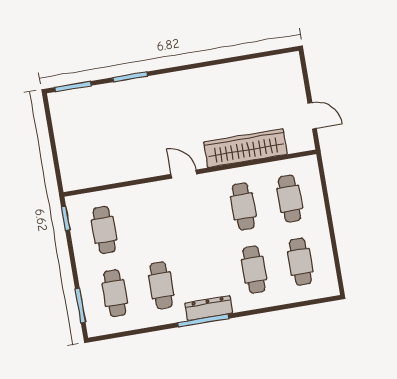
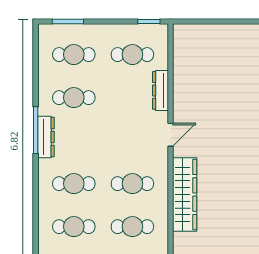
dresser: (138, 193) -> (161, 90), added

